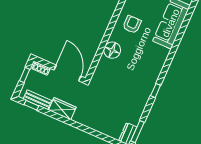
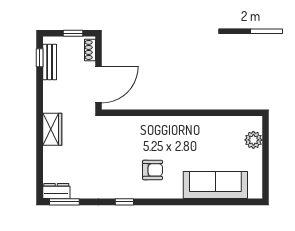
armchair: (132, 24) -> (153, 170), moved
floor lamp: (112, 50) -> (151, 127), removed
wardrobe: (62, 109) -> (52, 129), moved

